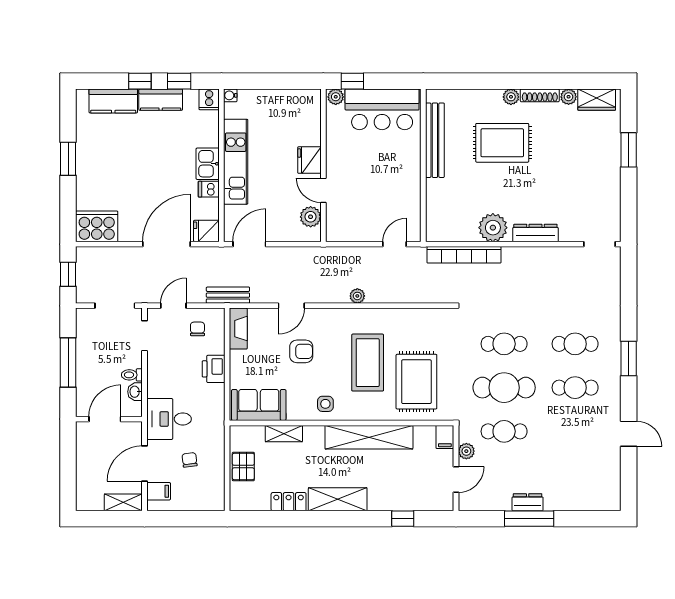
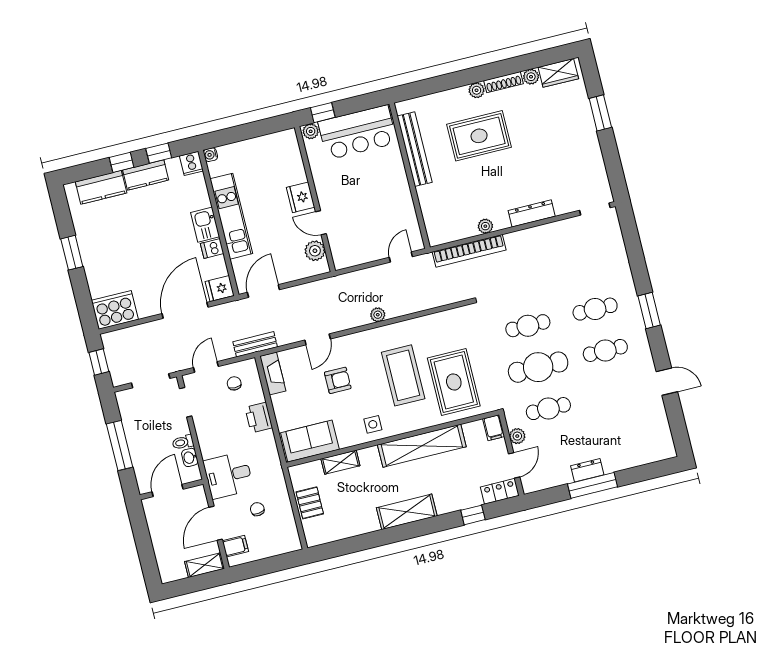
plant: (493, 228) -> (485, 226), width x0.53, depth x0.53
locker: (289, 502) -> (500, 491), moved

